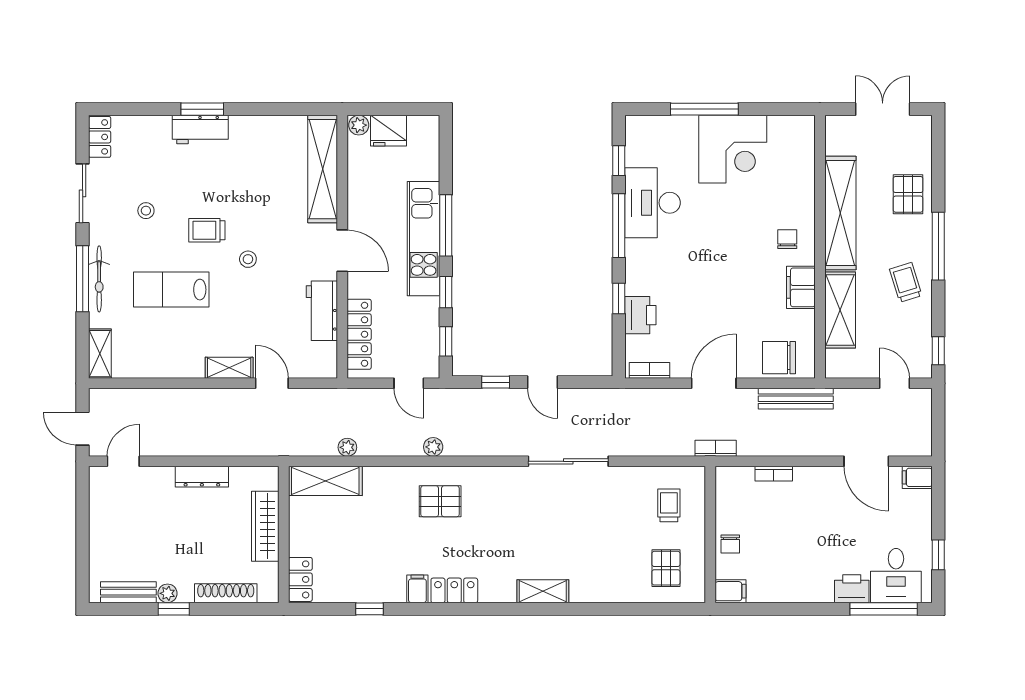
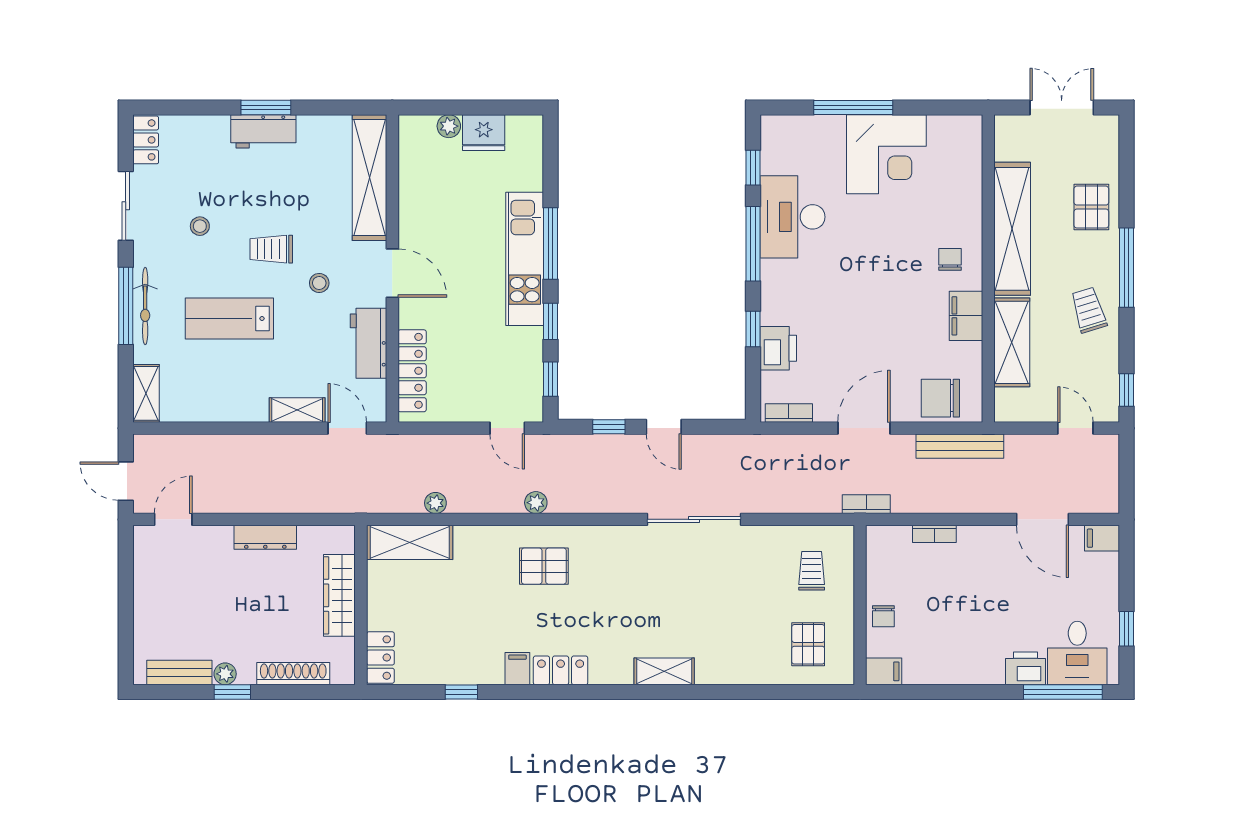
shelving: (323, 169) -> (369, 178), moved
wall: (342, 247) -> (392, 269), moved
door: (342, 251) -> (392, 273), moved
workbench: (322, 311) -> (369, 343), moved
locker: (359, 334) -> (412, 371), moved

